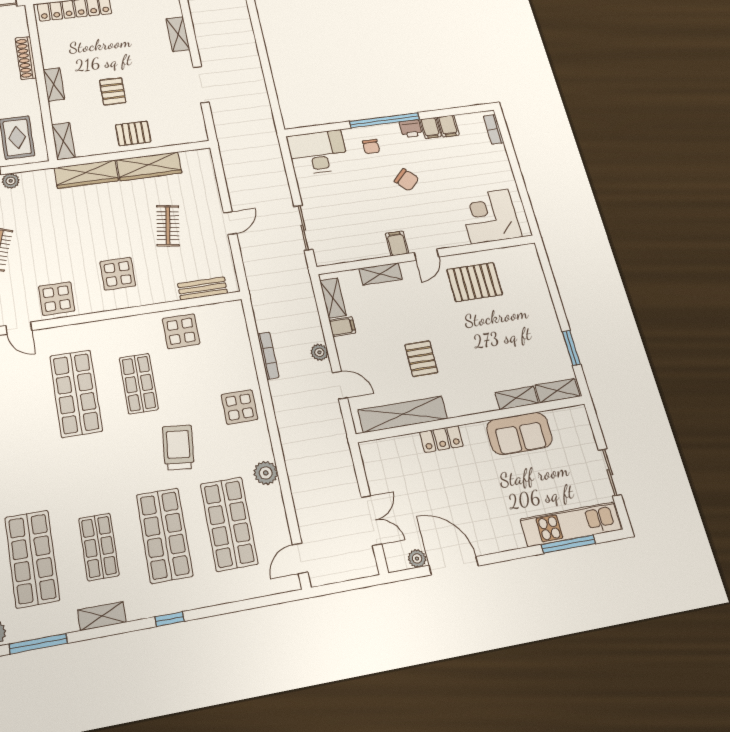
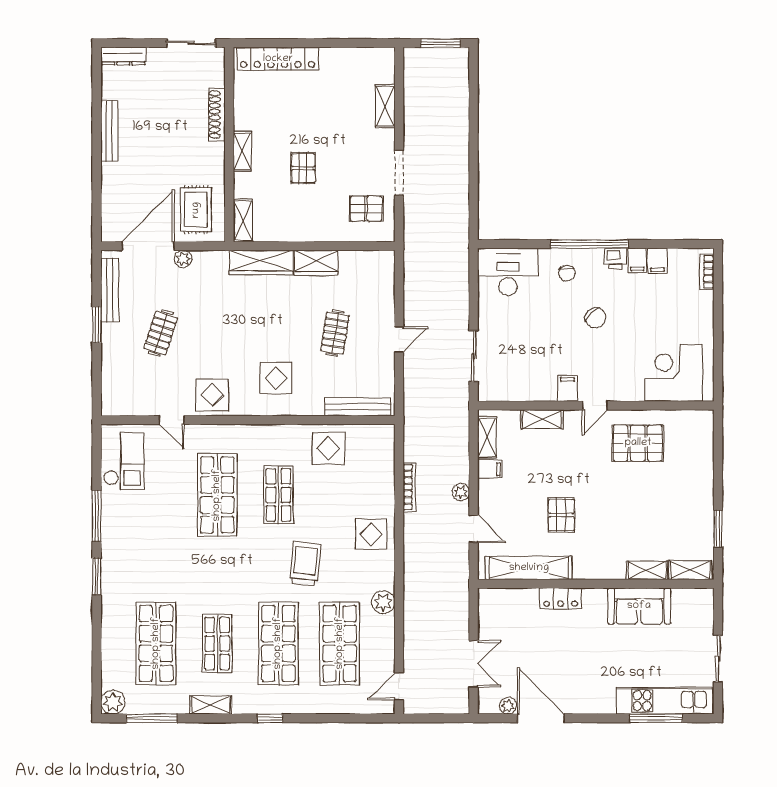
pallet: (133, 133) -> (366, 209), moved
wardrobe: (149, 166) -> (316, 263), width x0.67
bench: (203, 288) -> (358, 407), width x1.36

